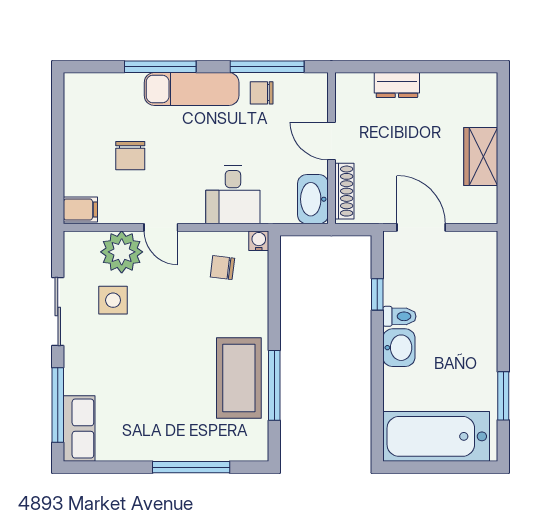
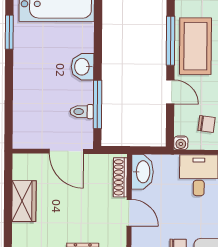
window: (377, 294) -> (98, 104), width x2.17
door: (274, 313) -> (170, 92), added
toilet: (399, 316) -> (82, 112), moved

